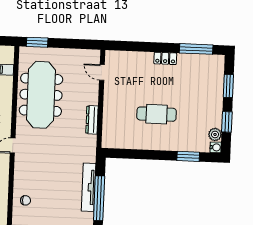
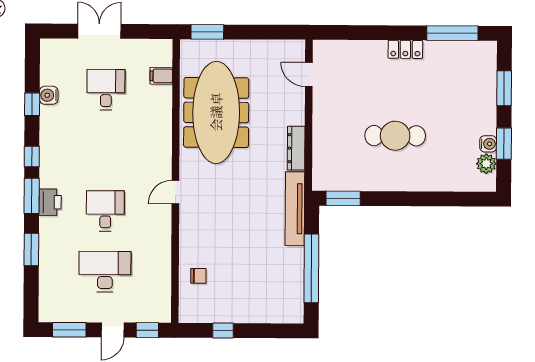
water cooler: (216, 147) -> (488, 144), moved
window: (188, 156) -> (343, 198), moved
tv unit: (89, 187) -> (295, 209), moved

